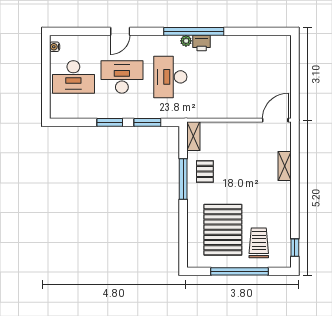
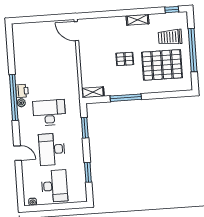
desk: (170, 77) -> (49, 113), turned 180
window: (110, 122) -> (88, 172), moved
shelving: (285, 166) -> (138, 20), moved
pallet: (205, 171) -> (125, 59), moved

